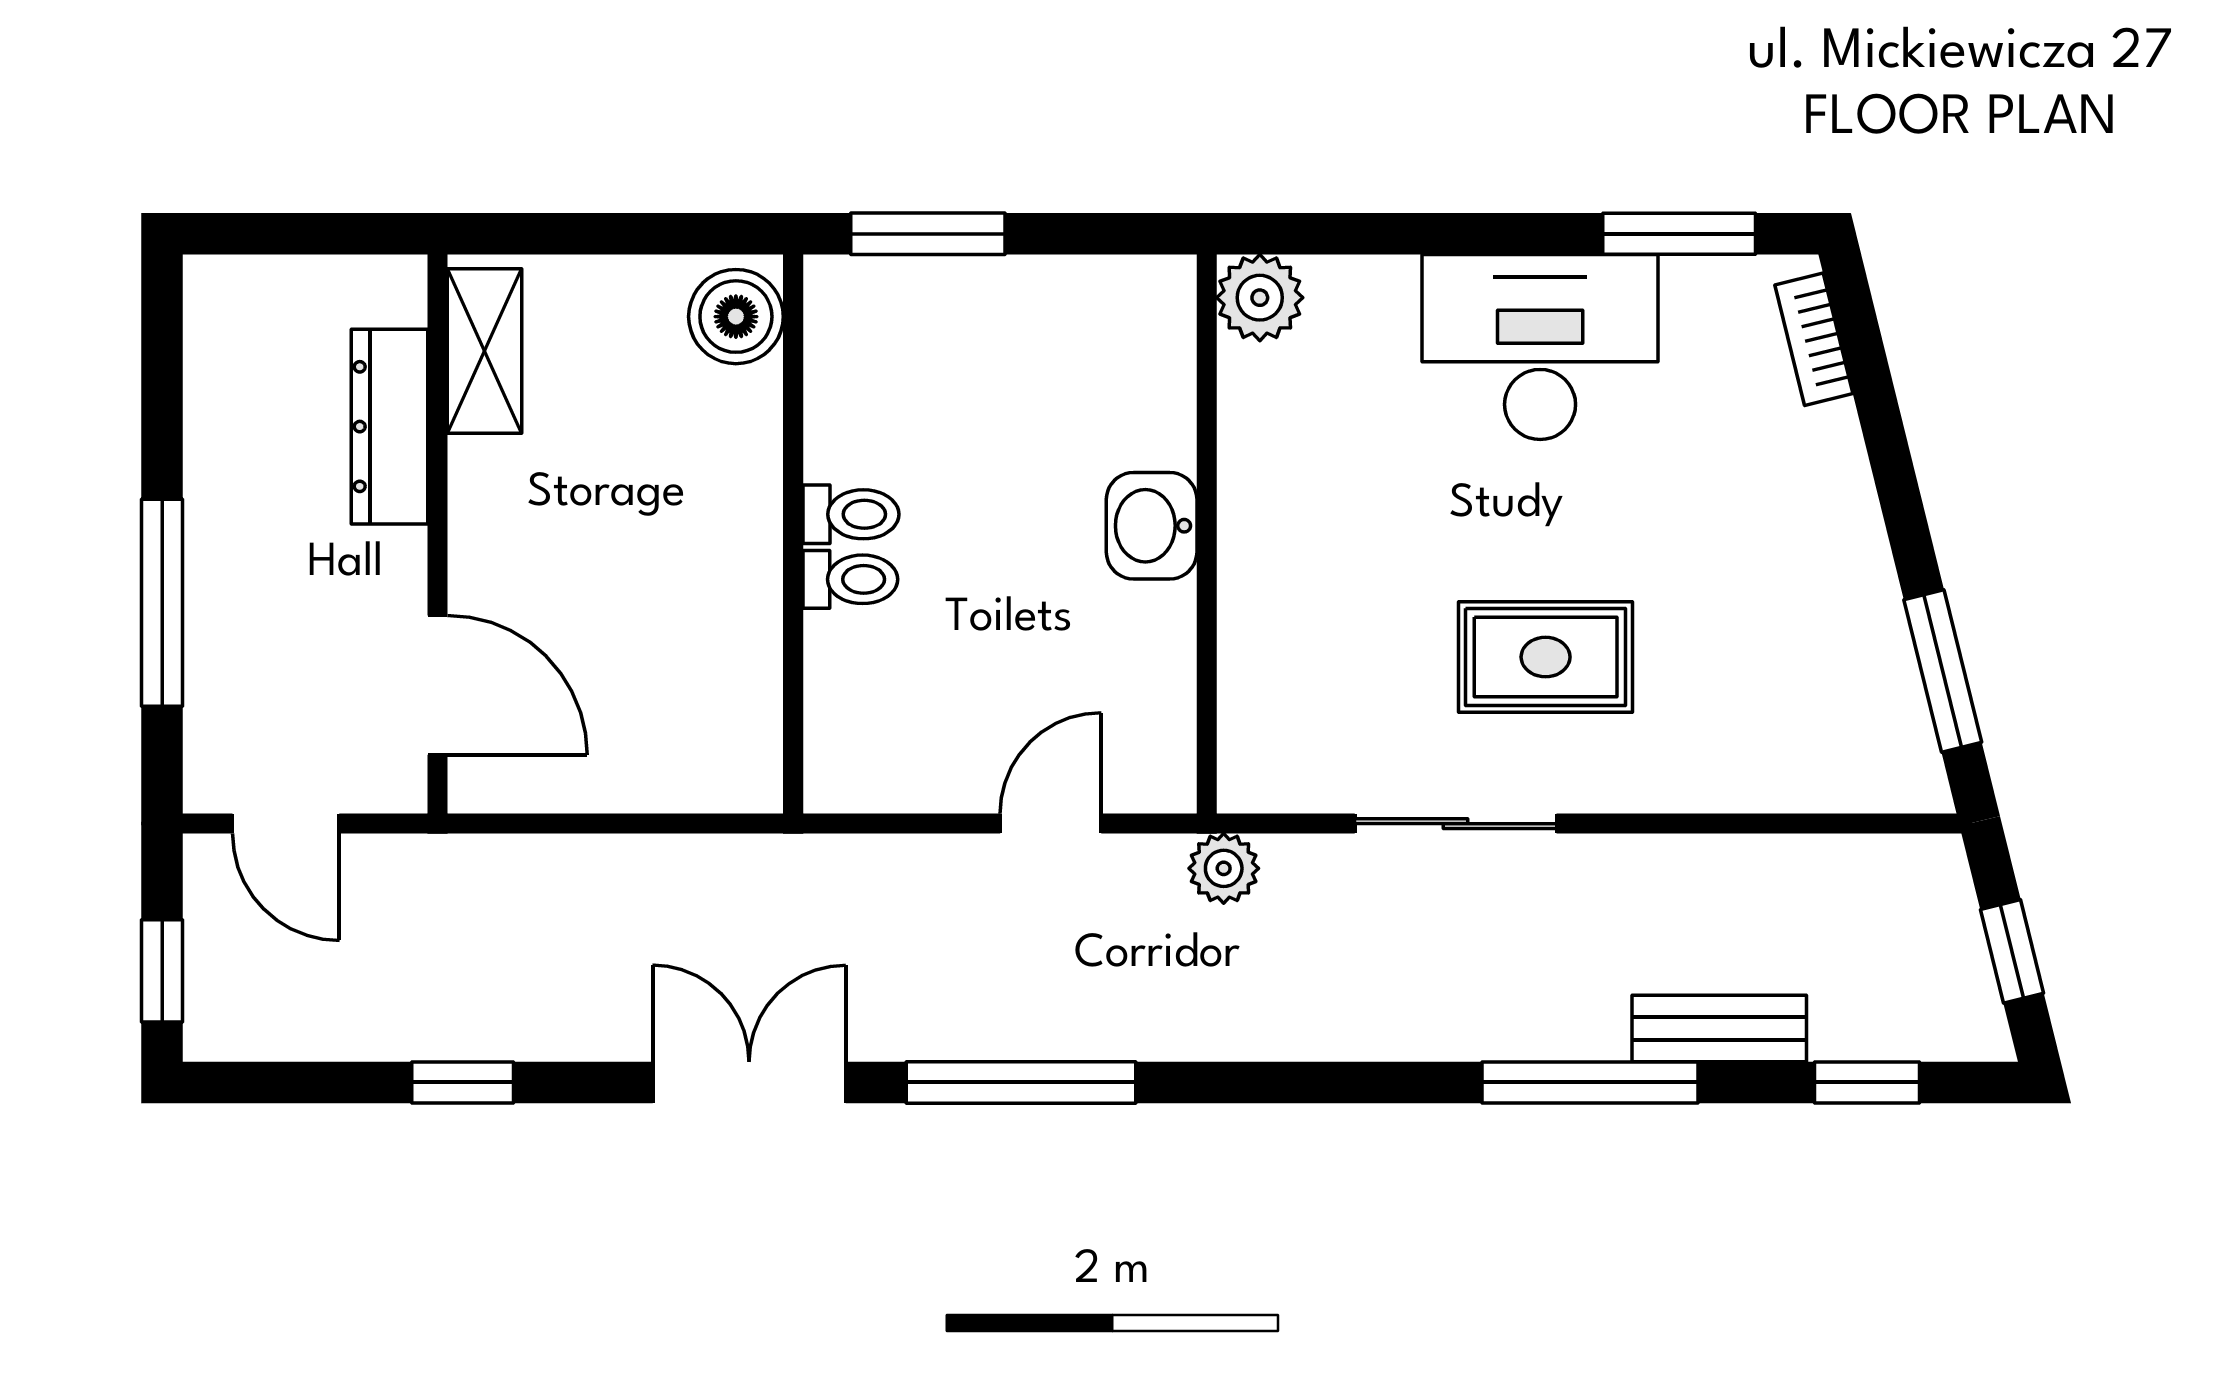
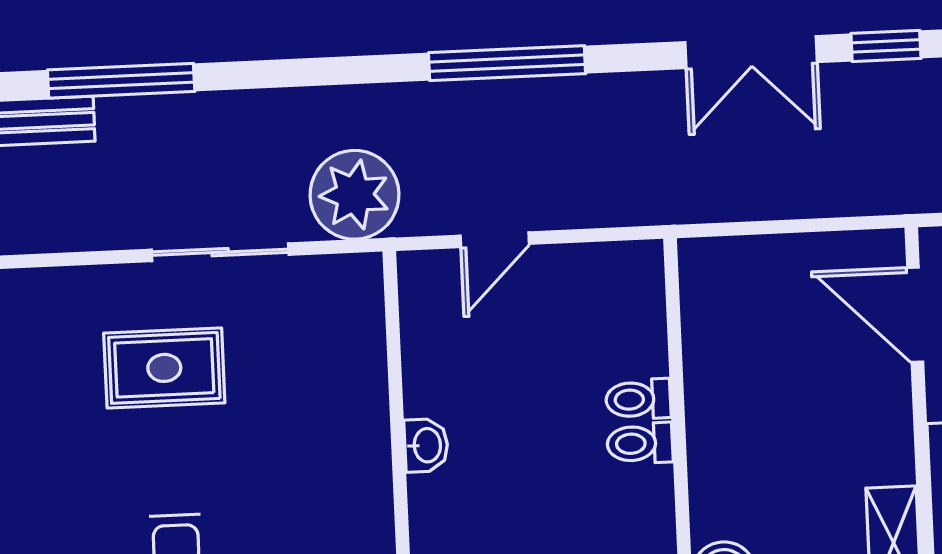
washbasin: (1152, 526) -> (426, 445), width x0.72, depth x0.69
plant: (1224, 868) -> (354, 195), width x1.88, depth x1.88
double door: (749, 1082) -> (751, 52), moved

